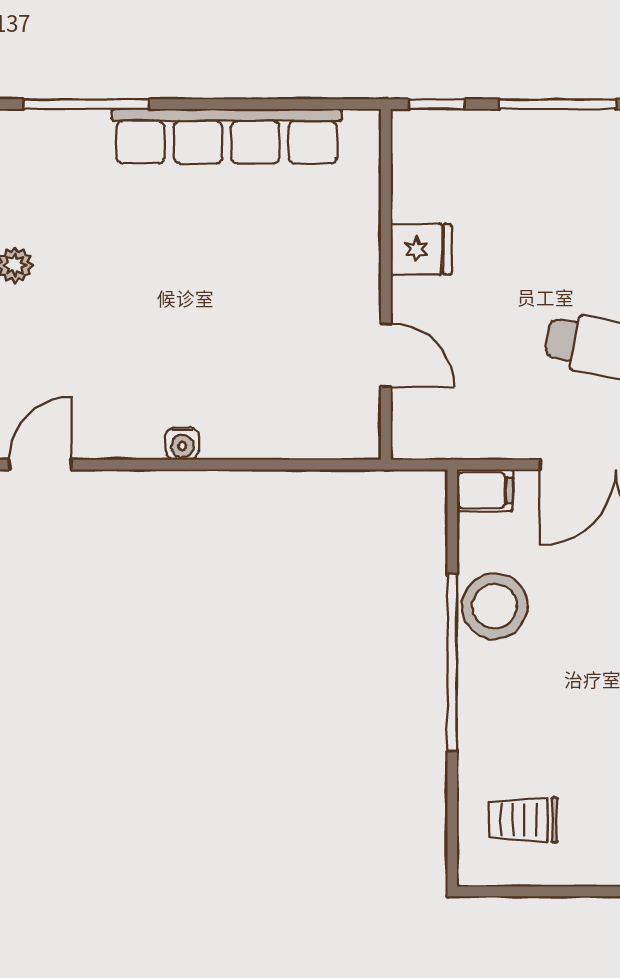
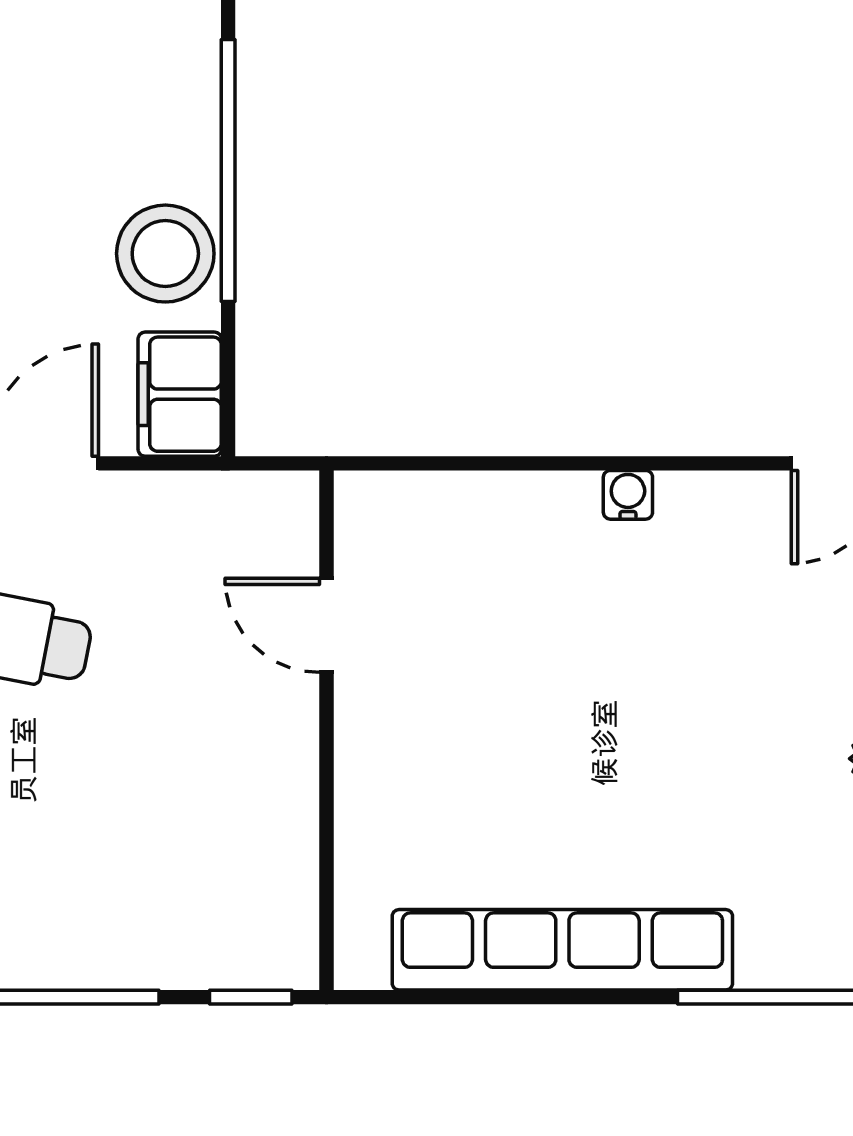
fridge: (421, 249) -> (274, 782), removed
filing cabinet: (485, 490) -> (180, 394), width x2.00

